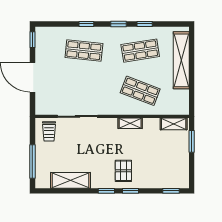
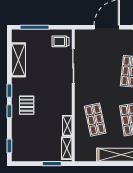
shop shelf: (140, 91) -> (95, 120), turned -33
shelving: (130, 123) -> (67, 126), moved
pallet: (123, 171) -> (27, 105), turned 90

